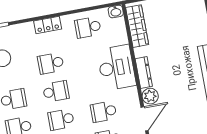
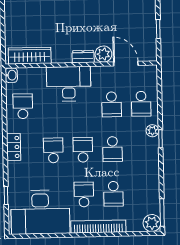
school desk: (88, 27) -> (23, 106), turned 180
school desk: (51, 63) -> (53, 150), turned 180
dresser: (144, 73) -> (83, 57), width x0.70

